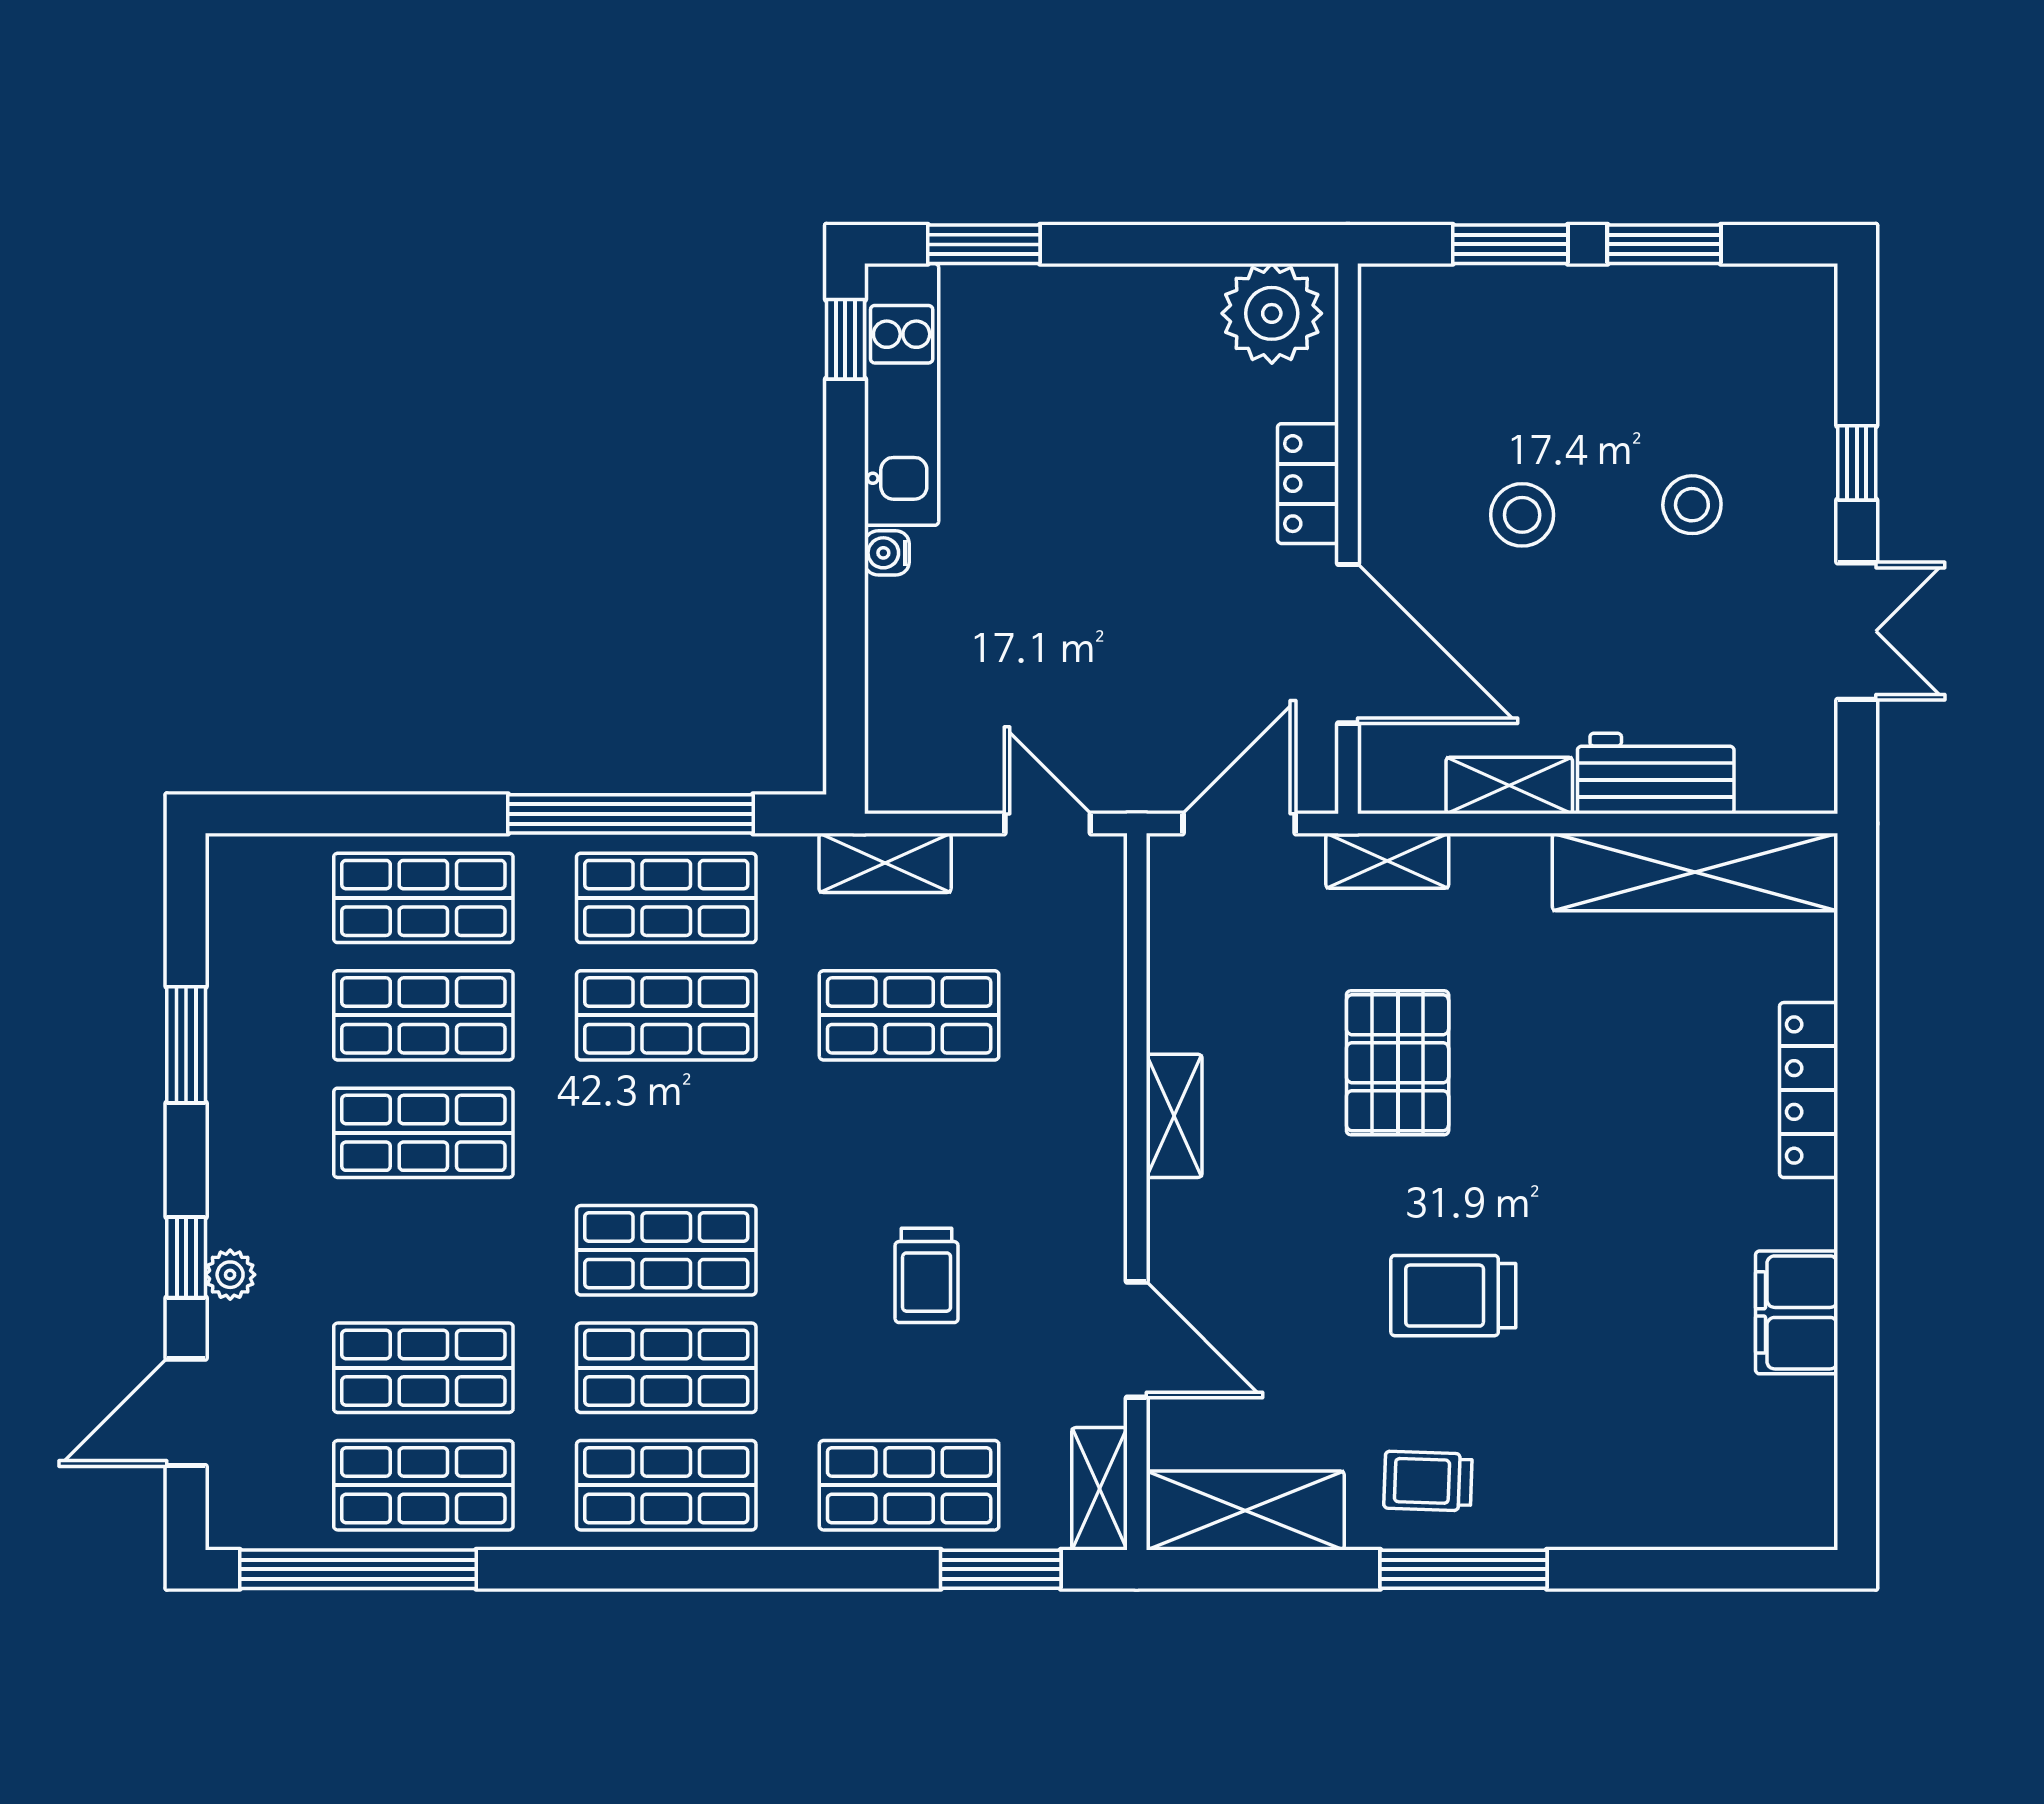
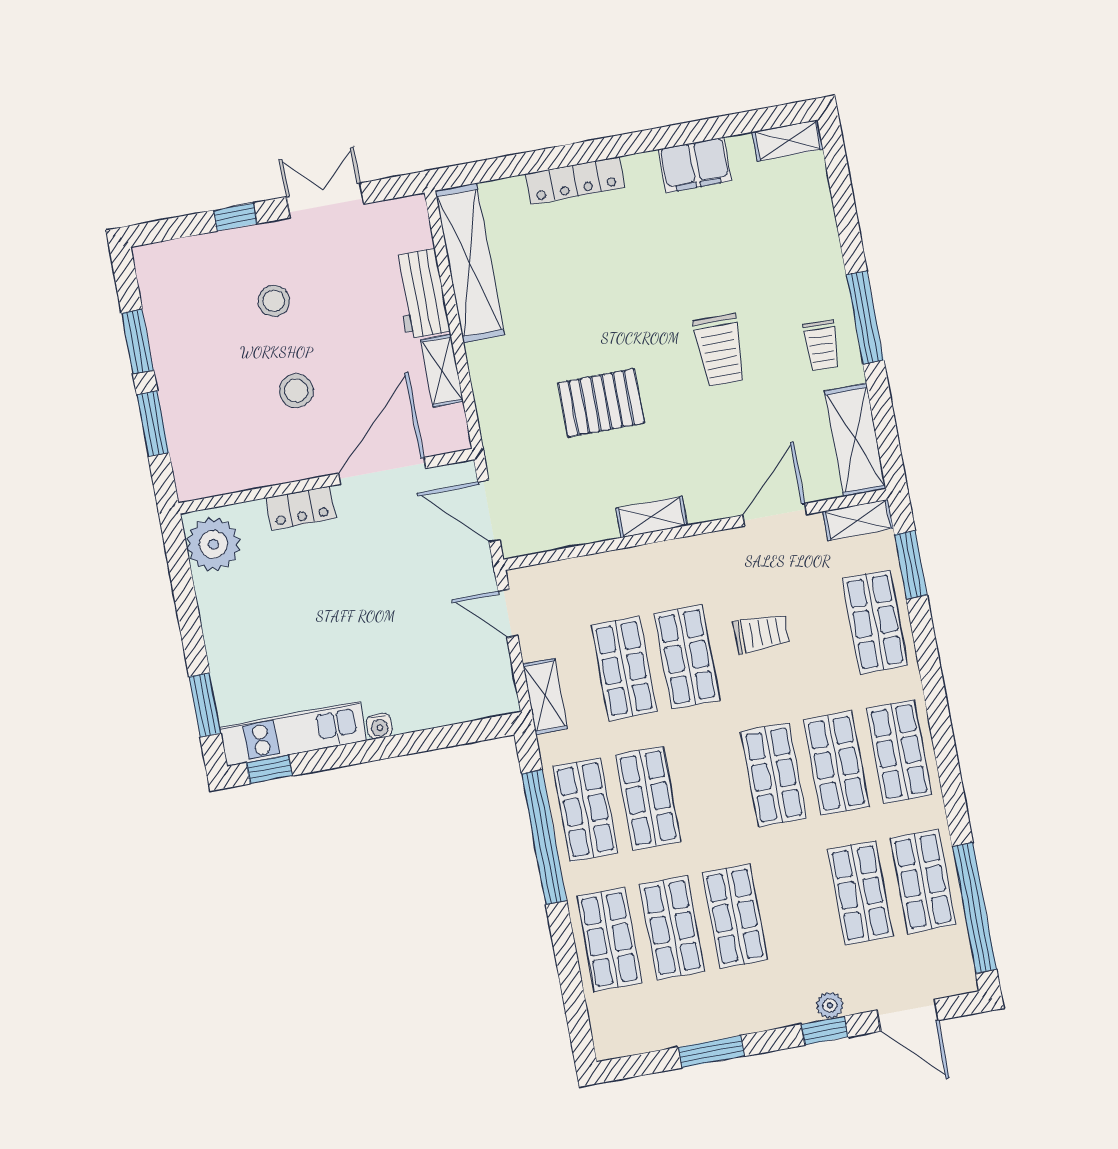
door: (1048, 824) -> (508, 613), hinge flipped
shelving: (1387, 861) -> (788, 140), moved, turned 90
shop shelf: (909, 1133) -> (687, 657), added

